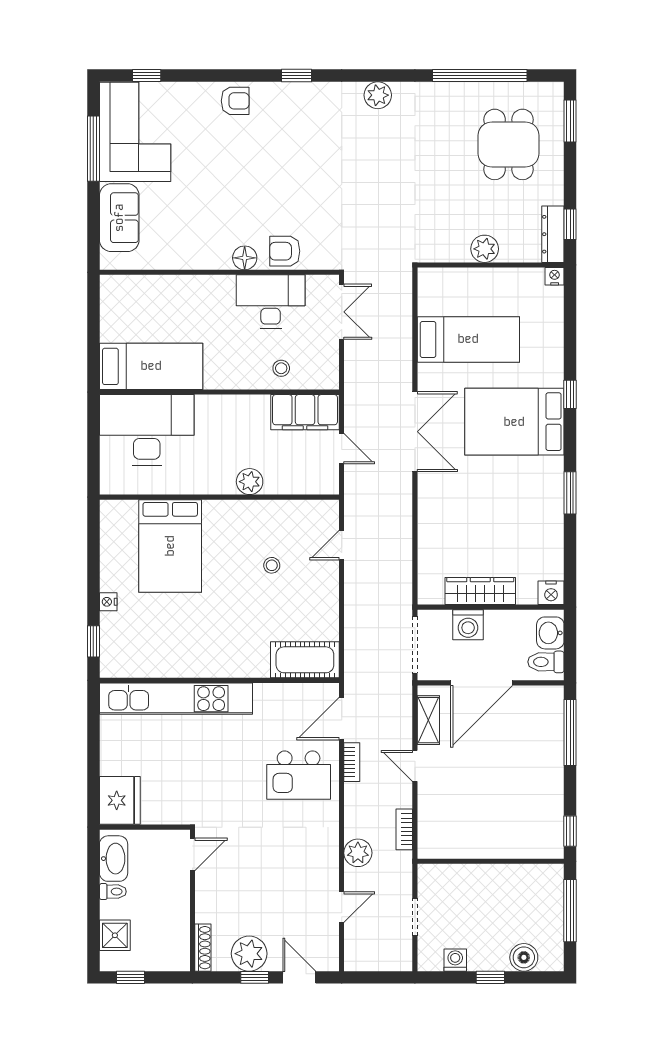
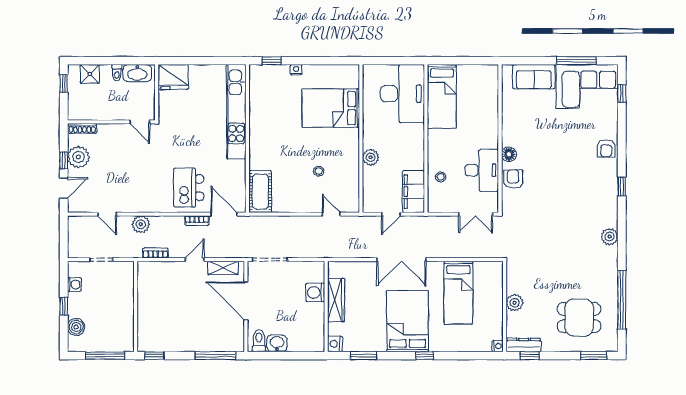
wardrobe: (480, 591) -> (336, 300), moved
nightstand: (551, 593) -> (335, 344), moved
wall: (491, 607) -> (326, 306), moved
washing machine: (468, 625) -> (315, 292), moved

